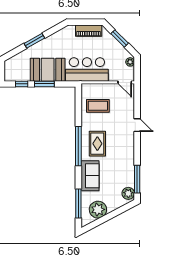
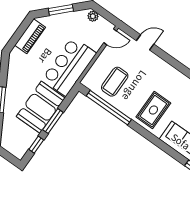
door: (137, 125) -> (145, 42), moved
rug: (97, 144) -> (153, 110), turned 90
window: (78, 146) -> (109, 108), moved

